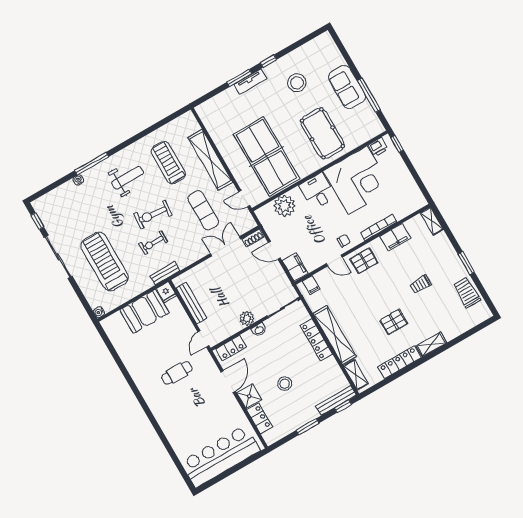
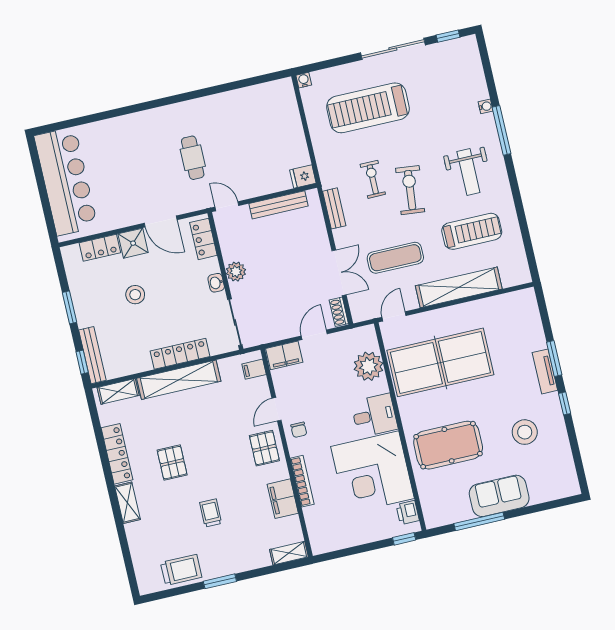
treadmill: (105, 261) -> (368, 108), turned 180
bench: (165, 273) -> (334, 208), moved
booth: (144, 311) -> (287, 140), removed

